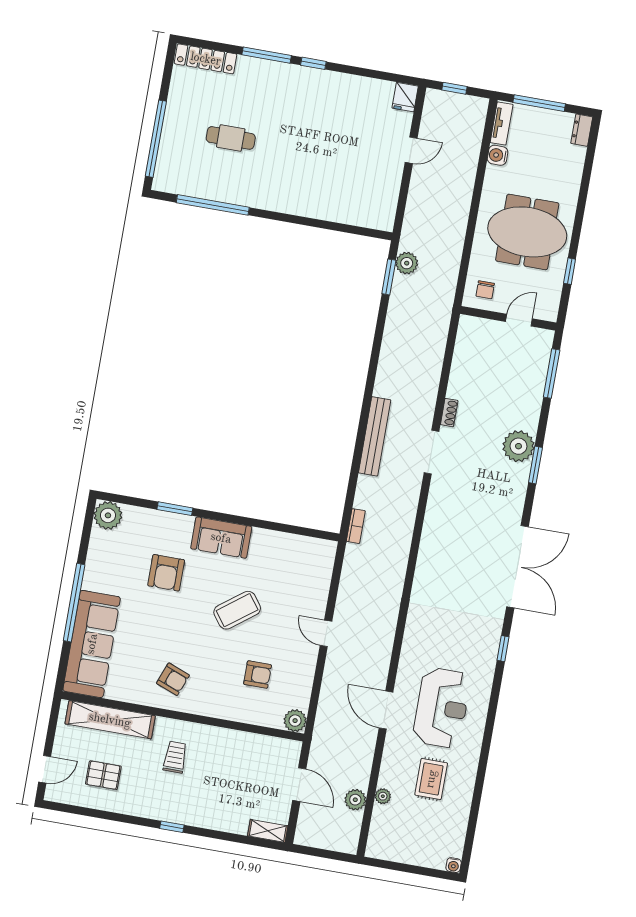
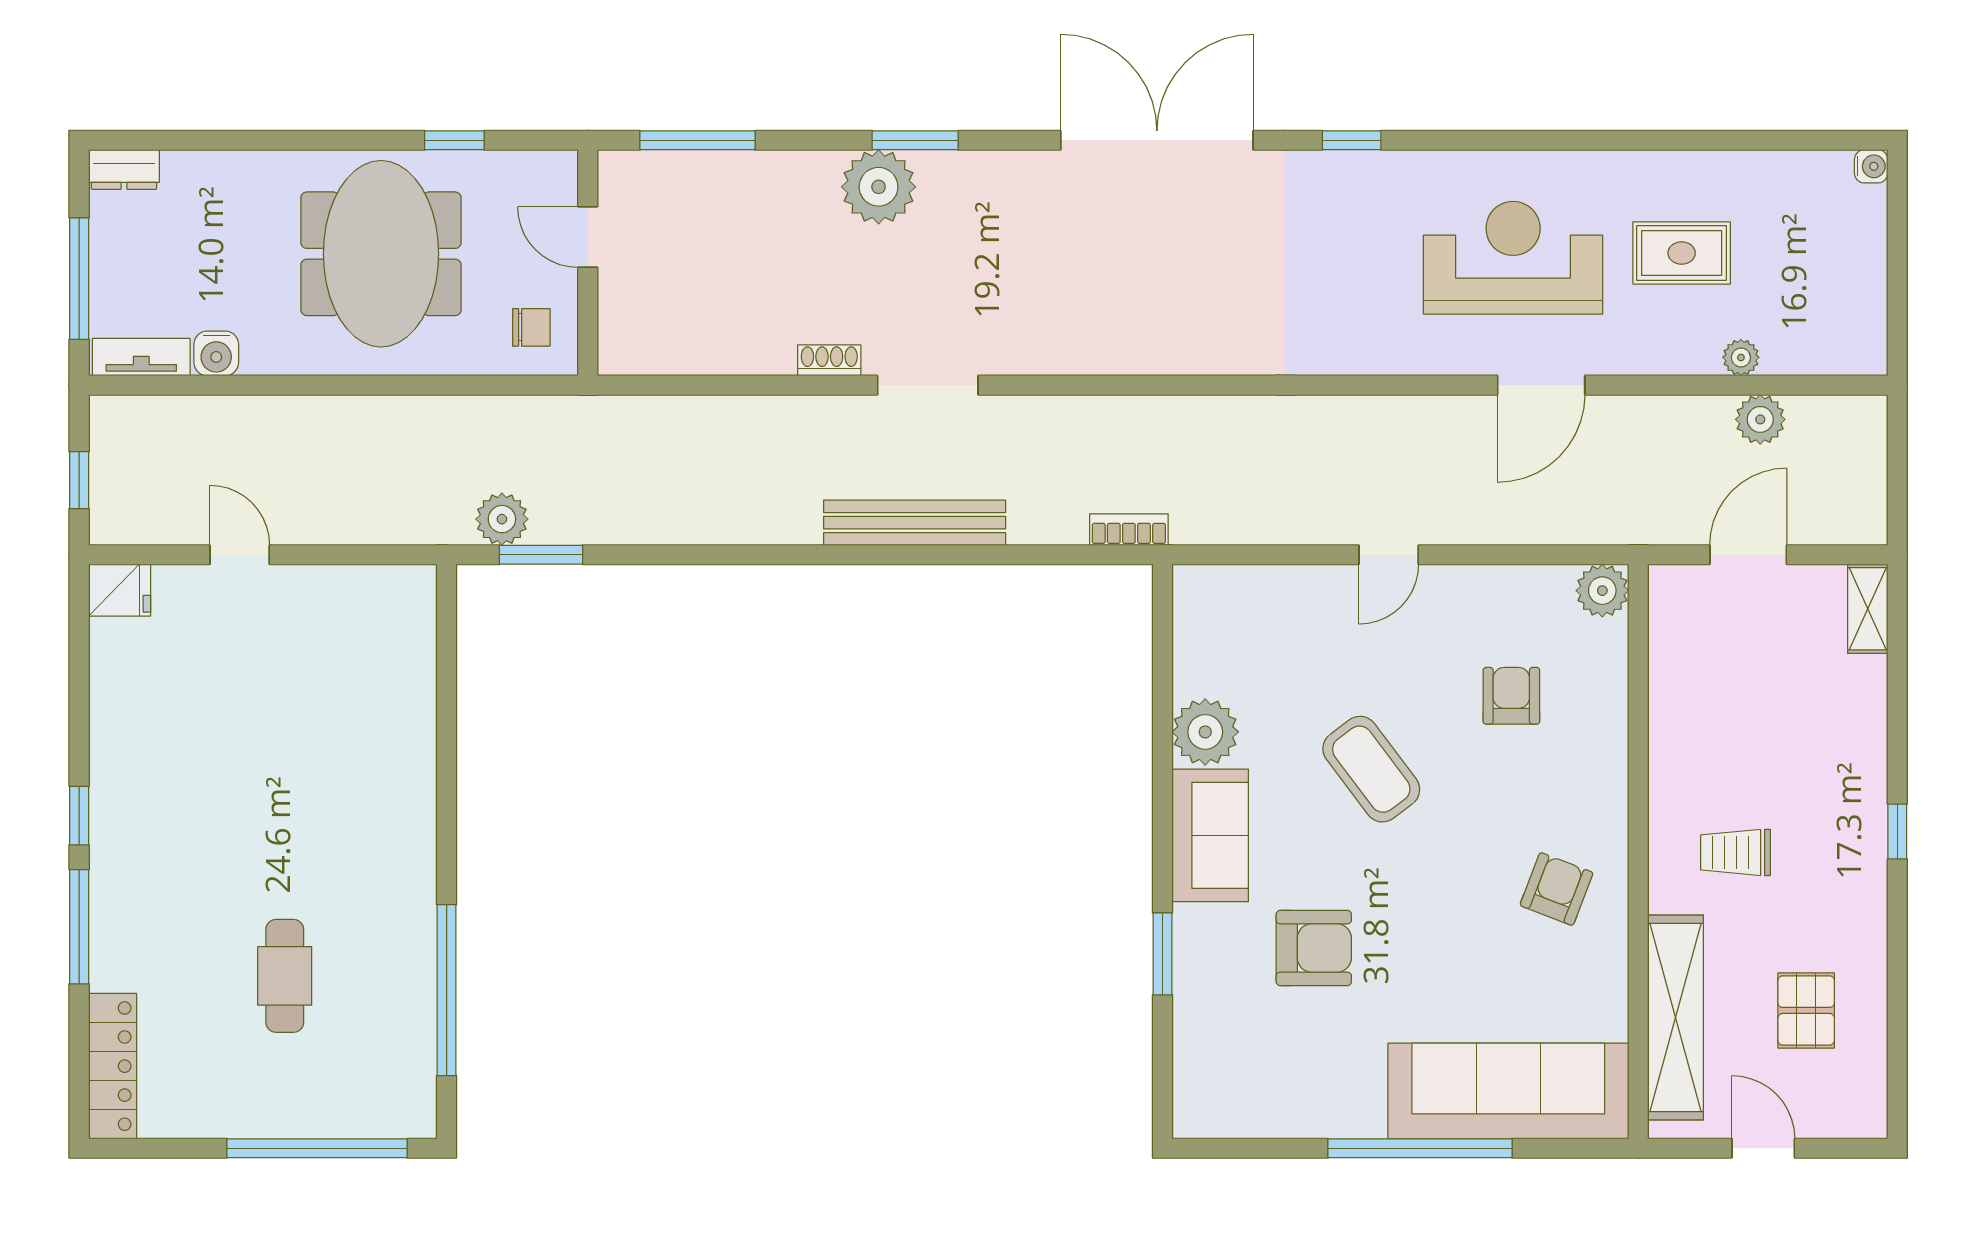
plant: (108, 515) -> (1205, 732), moved
door: (45, 769) -> (1763, 1148), moved

